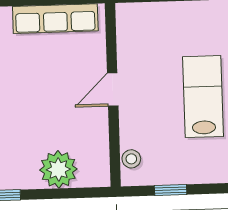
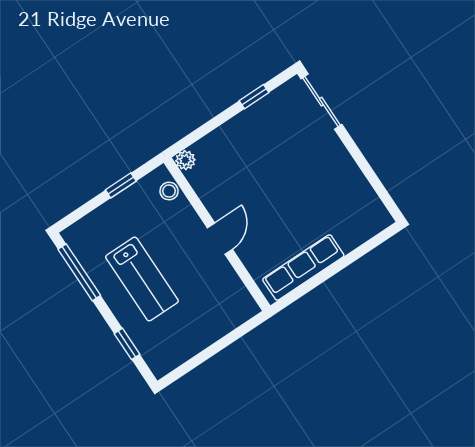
plant: (58, 169) -> (185, 160), moved, width x0.53, depth x0.53

